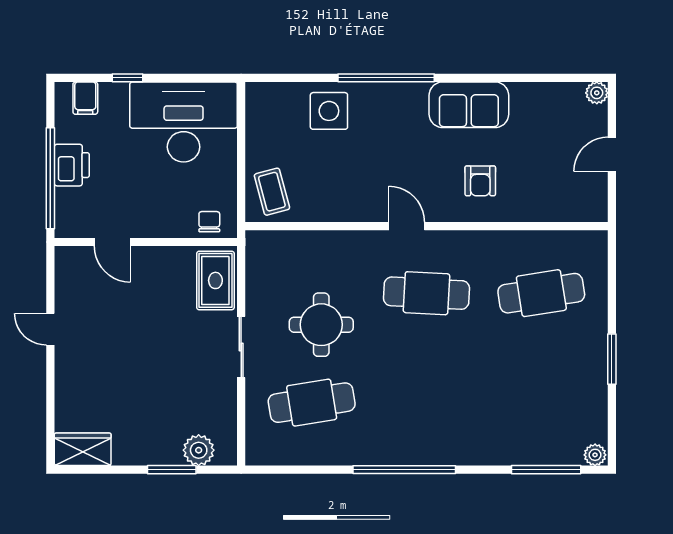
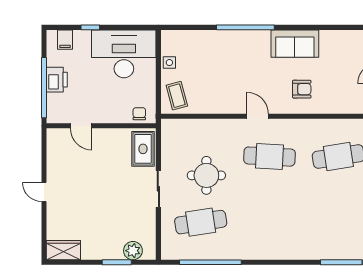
side table: (329, 111) -> (169, 63), moved, width x0.54, depth x0.54
armchair: (480, 181) -> (302, 89), turned -90
door: (50, 329) -> (44, 192), moved
window: (404, 470) -> (210, 262), moved

